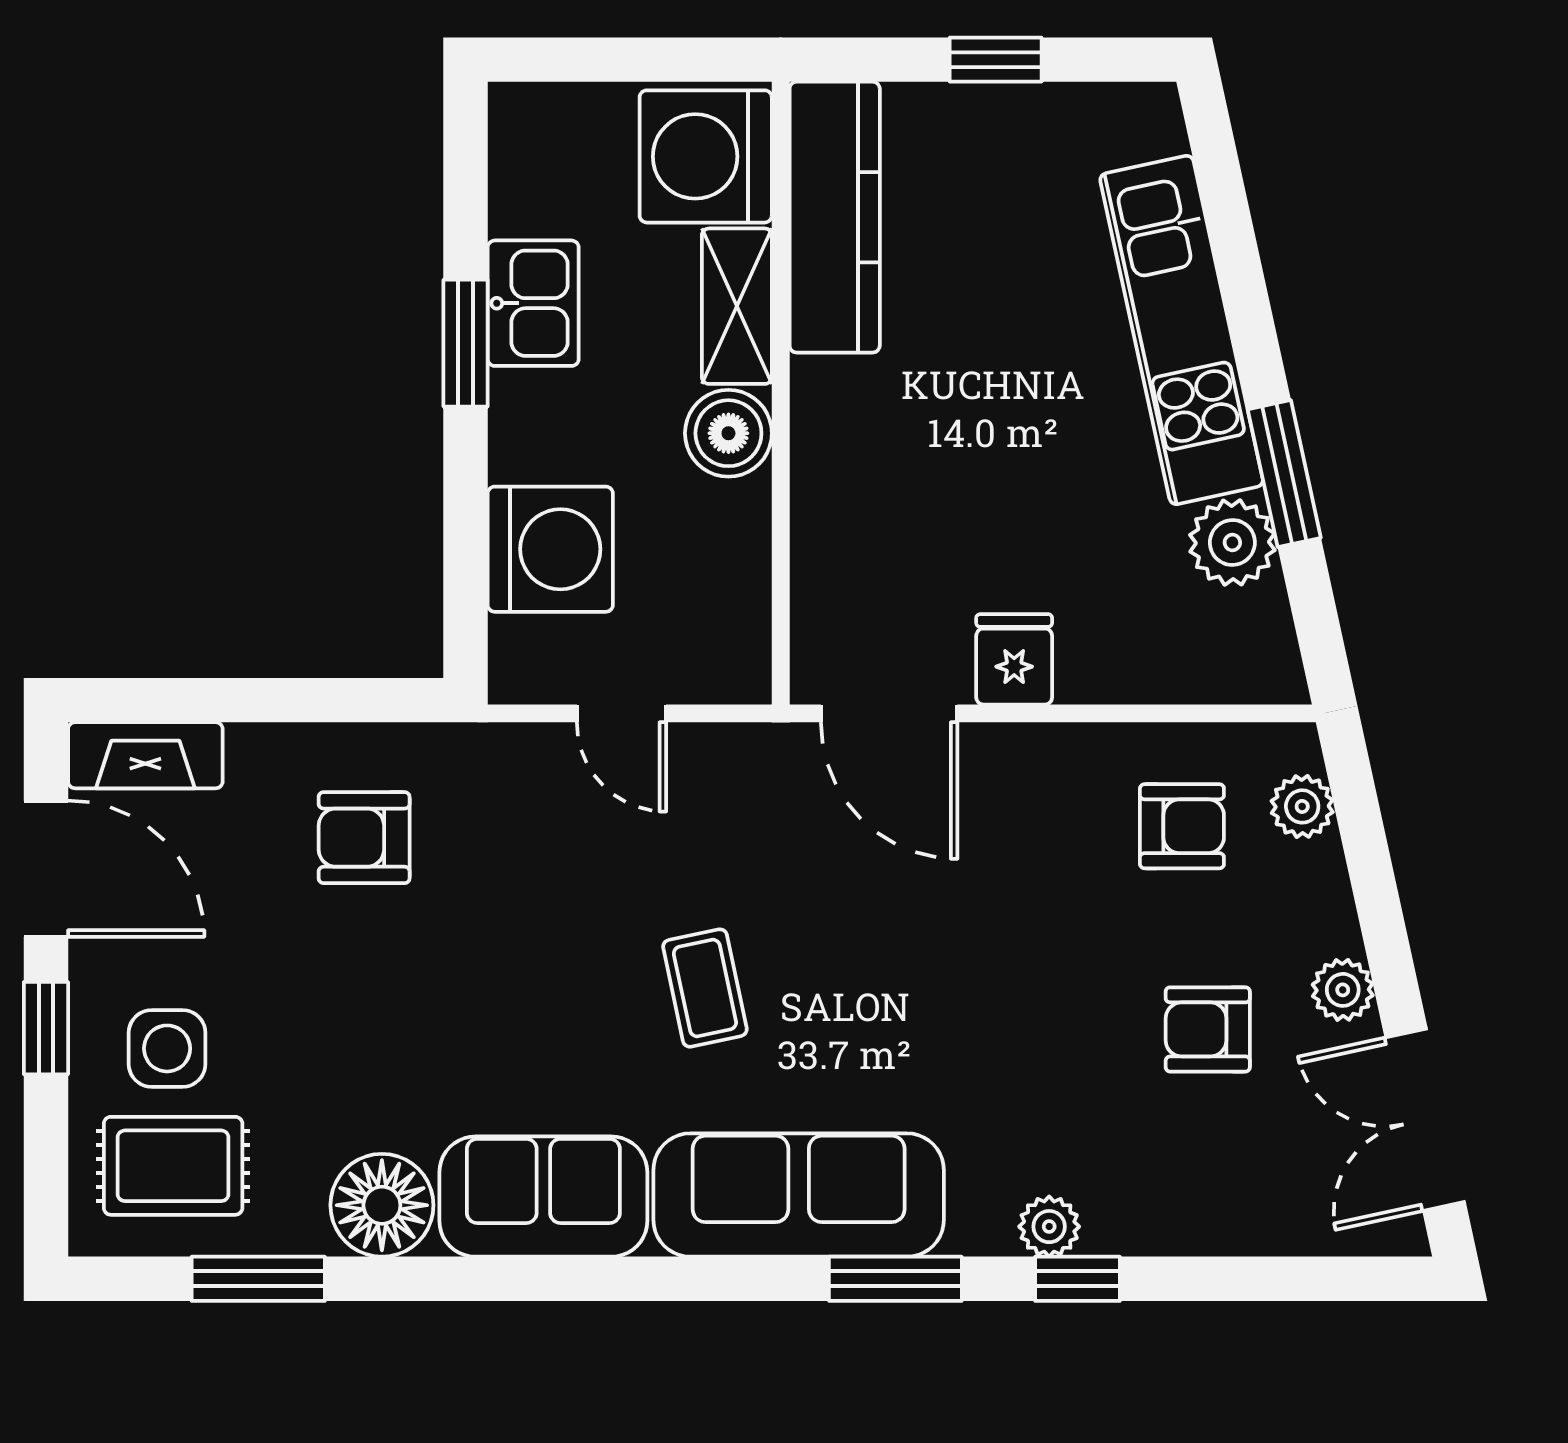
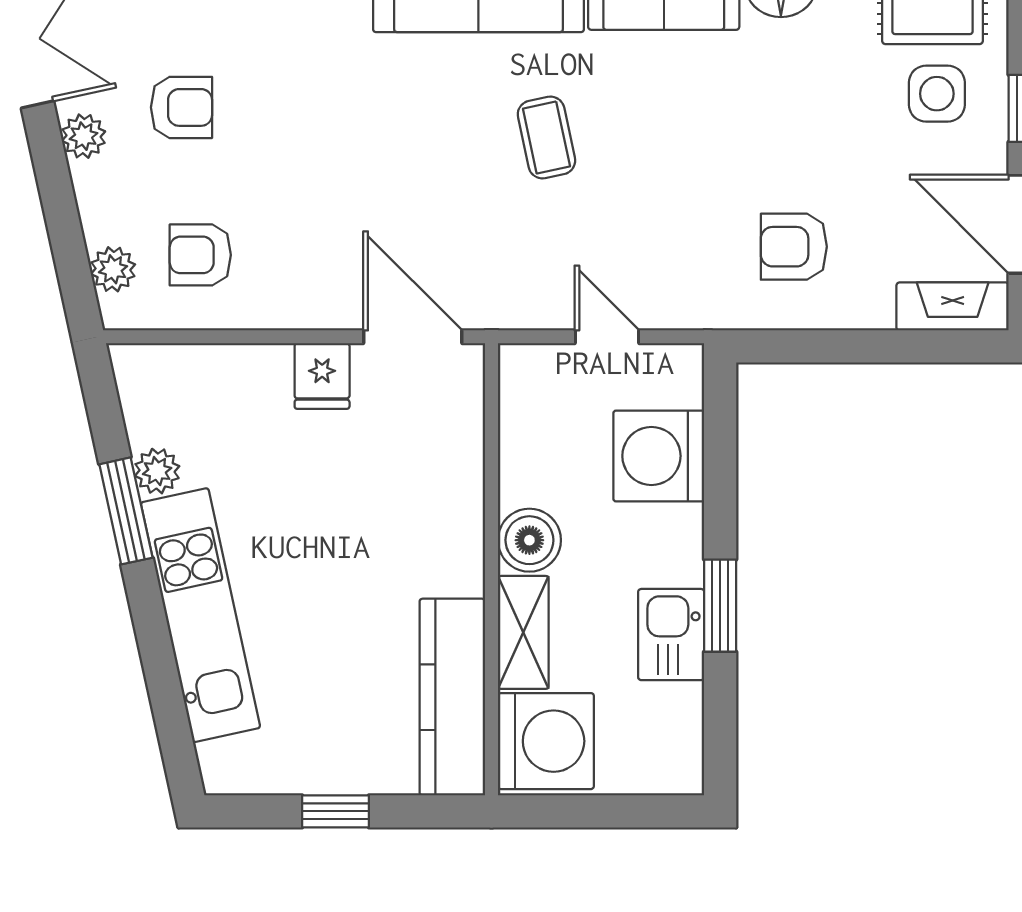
plant: (1232, 543) -> (157, 471), width x0.73, depth x0.73
armchair: (364, 838) -> (794, 247), turned 180

